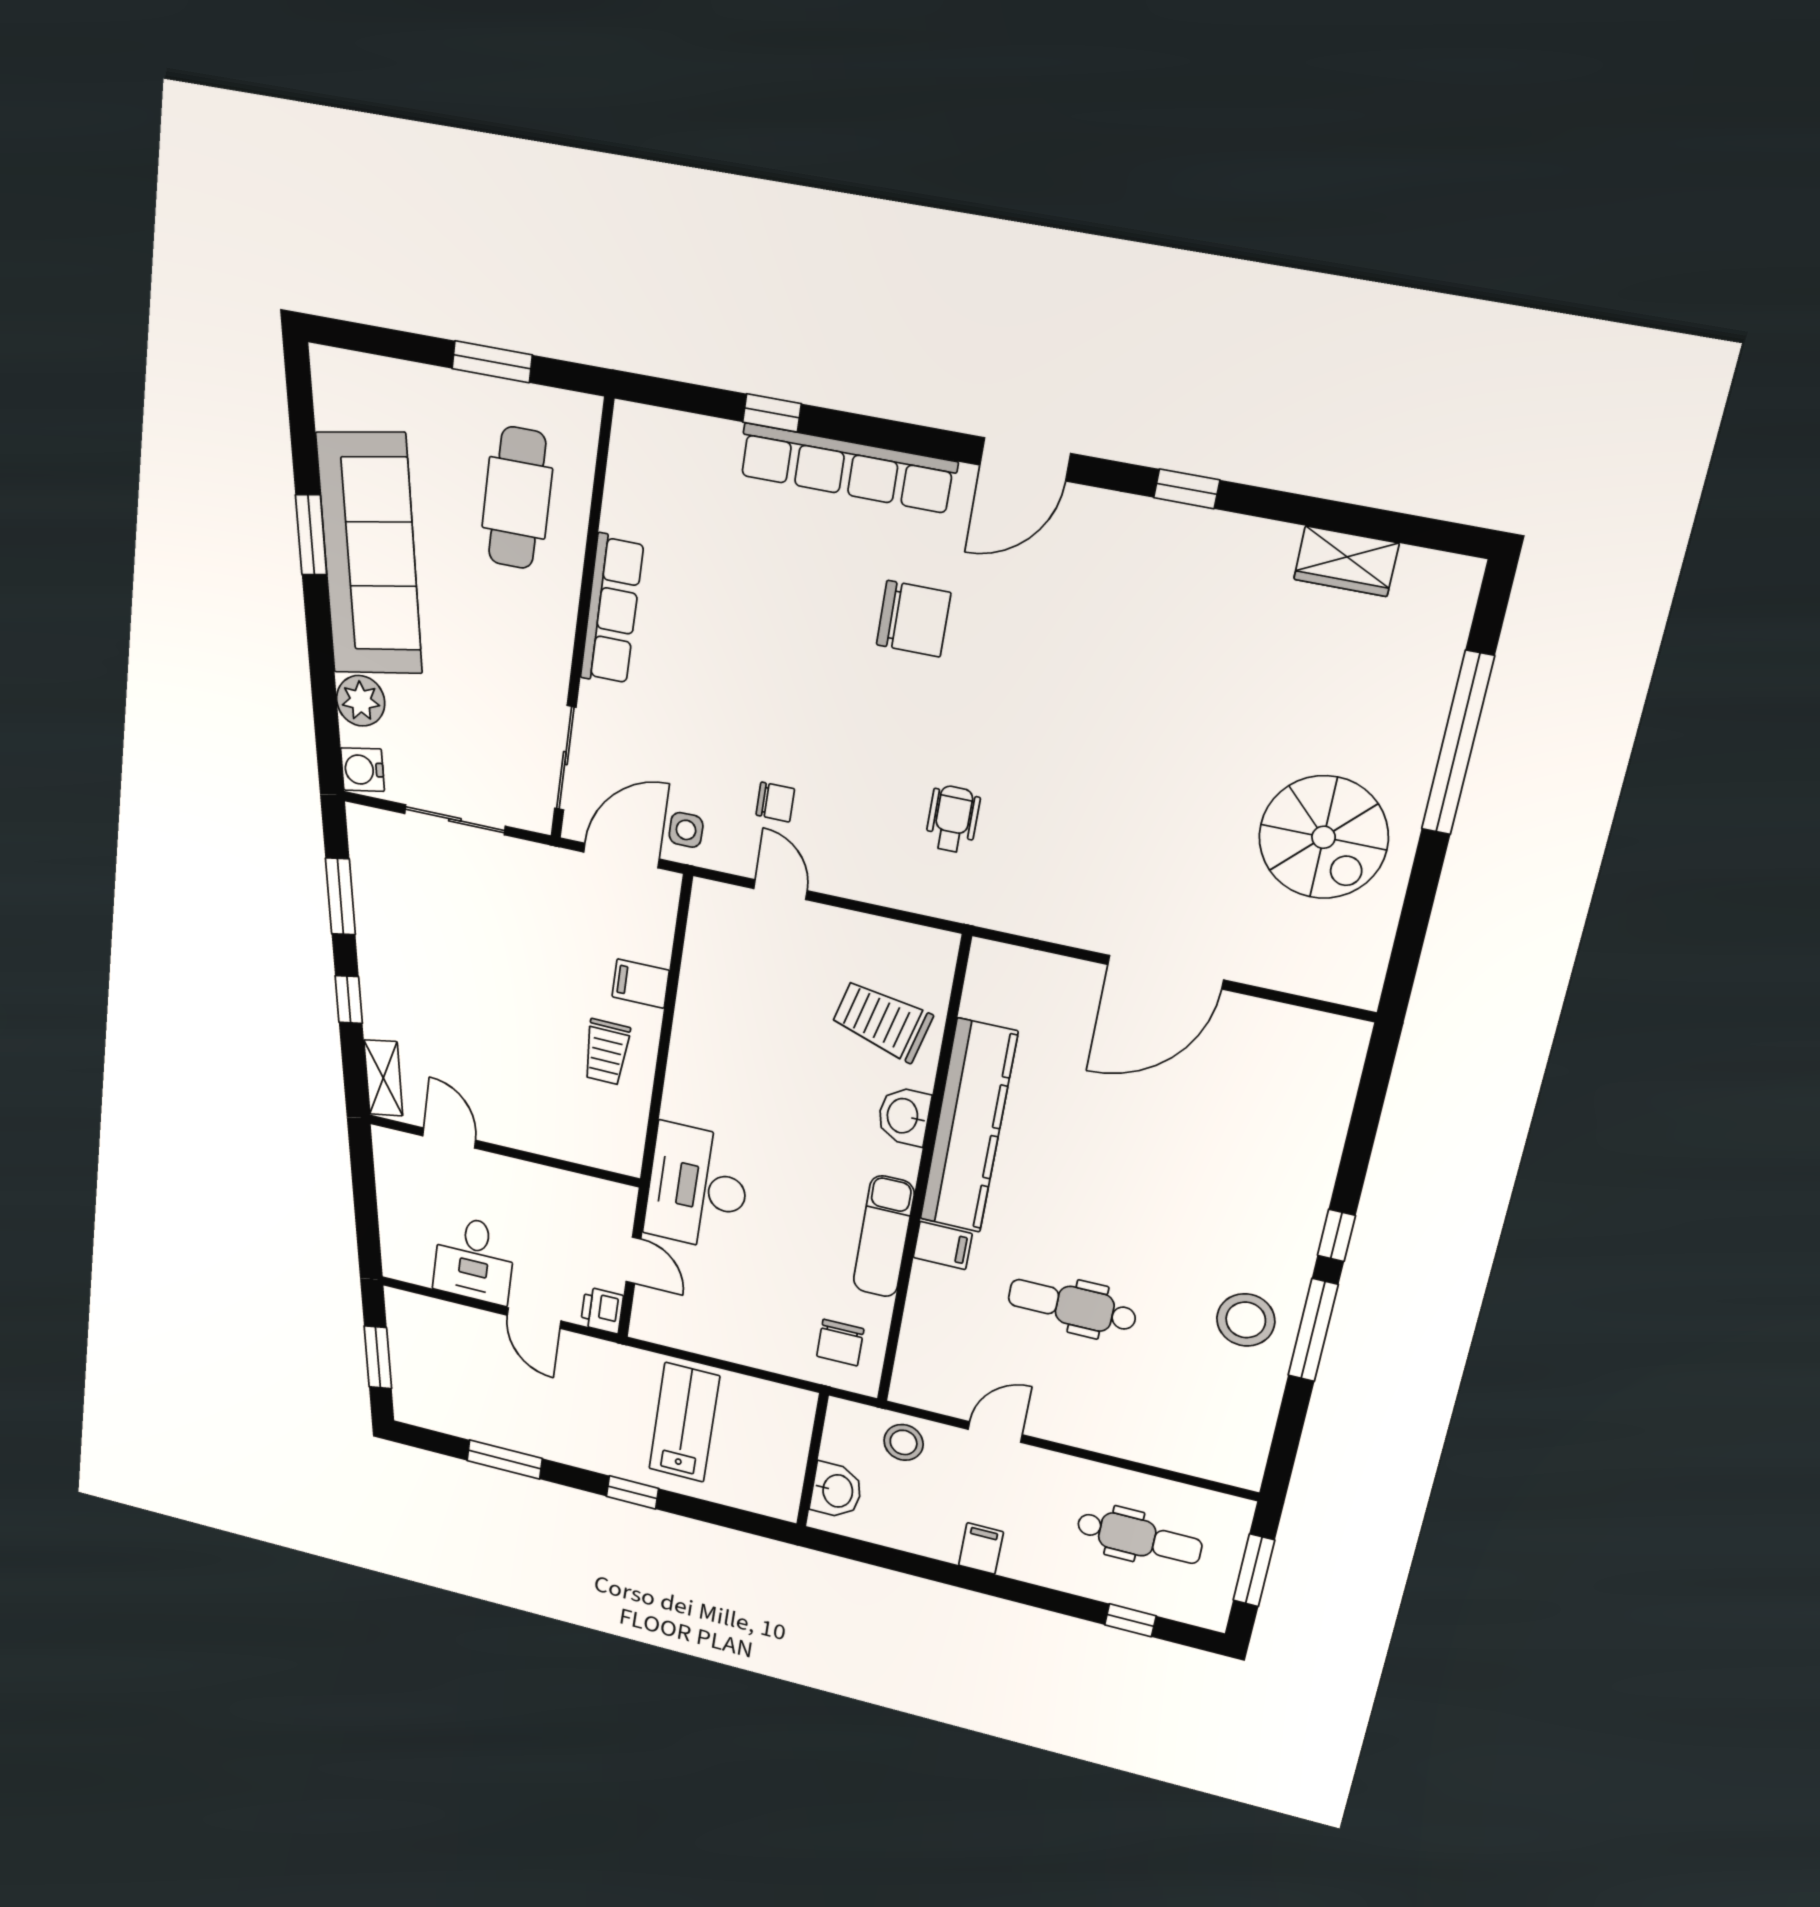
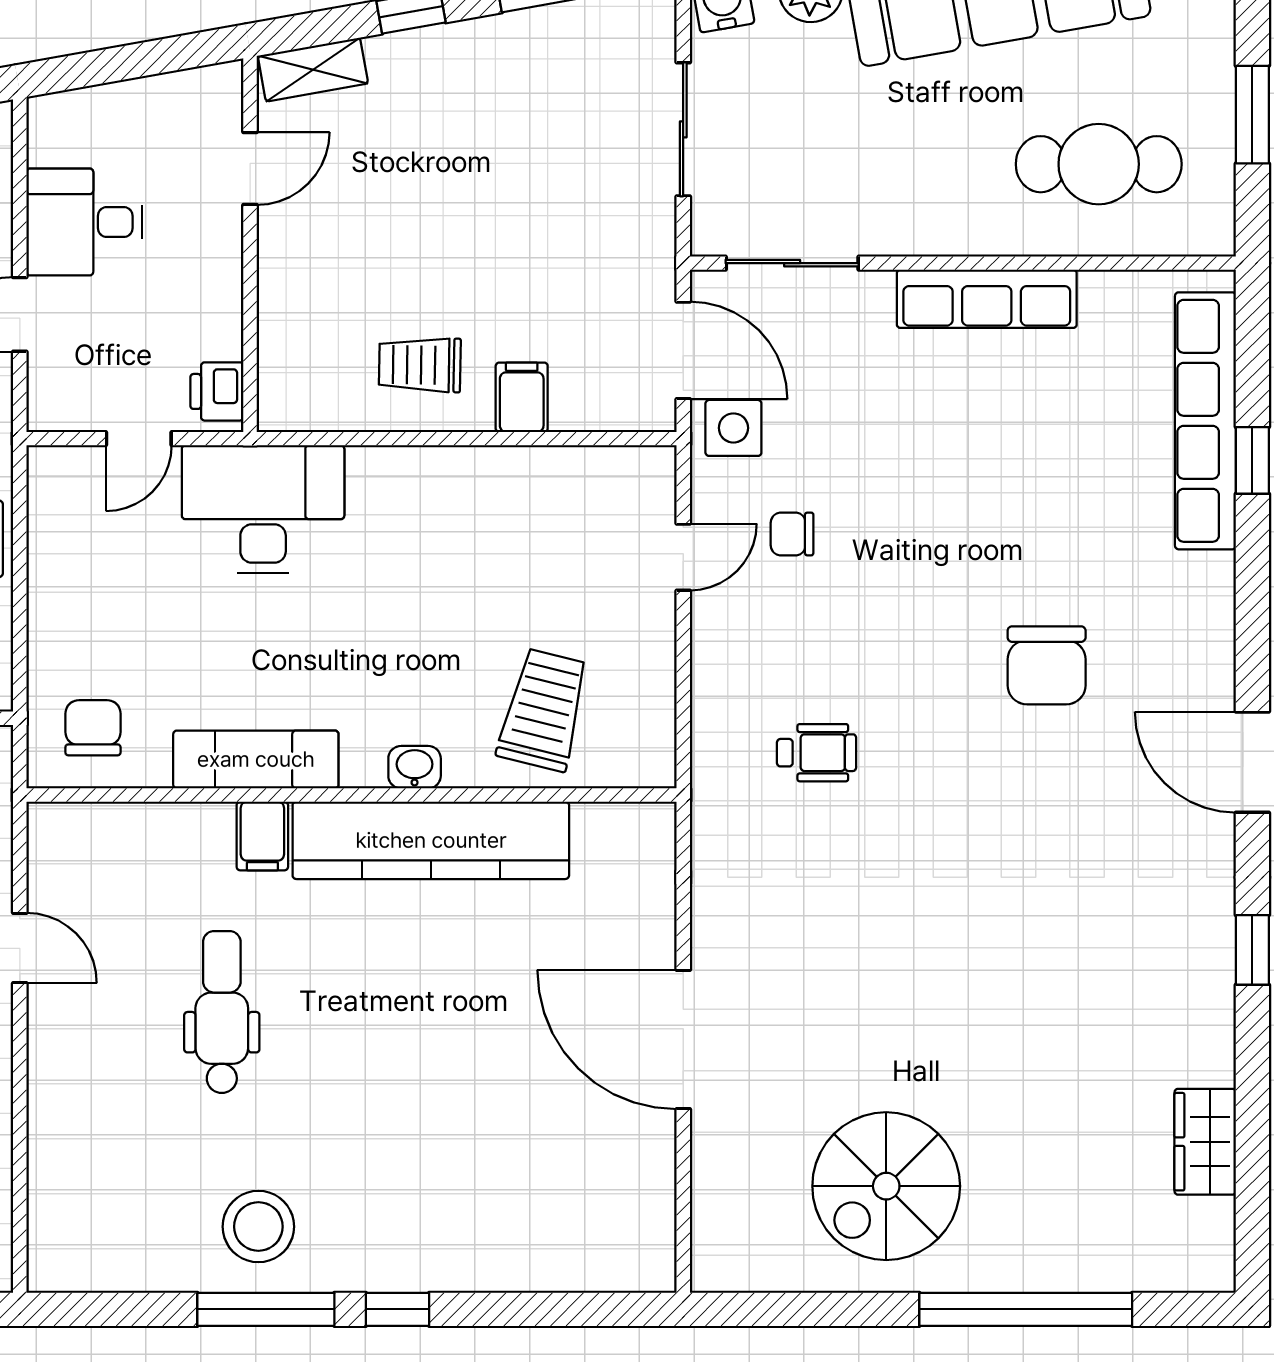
row of seats: (847, 468) -> (1205, 421), moved
chair: (775, 802) -> (792, 534), turned 90
side table: (686, 830) -> (733, 428), width x1.37, depth x1.37
washbasin: (904, 1116) -> (415, 767), width x0.72, depth x0.69
printer: (602, 1310) -> (217, 391), moved, turned -90
chair: (840, 1343) -> (93, 728), turned 90

